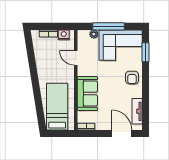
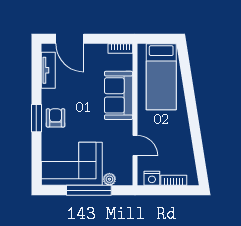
window: (145, 52) -> (36, 118), moved

